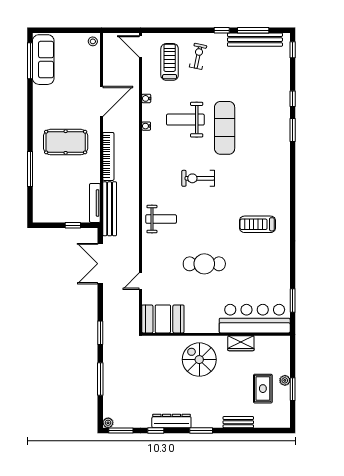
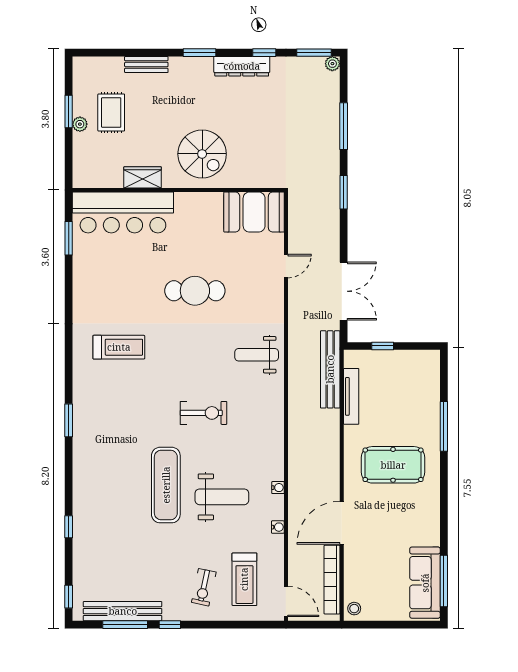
window: (293, 130) -> (69, 420), moved
bookcase: (108, 156) -> (332, 580), moved
tv unit: (95, 203) -> (351, 396), moved

